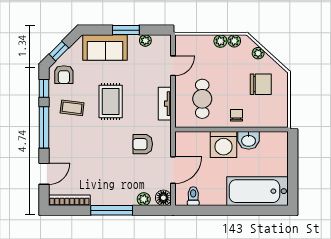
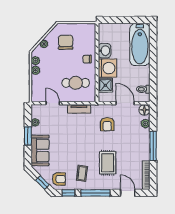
rug: (111, 102) -> (108, 163), moved, turned 90
shower: (199, 142) -> (105, 85), added

